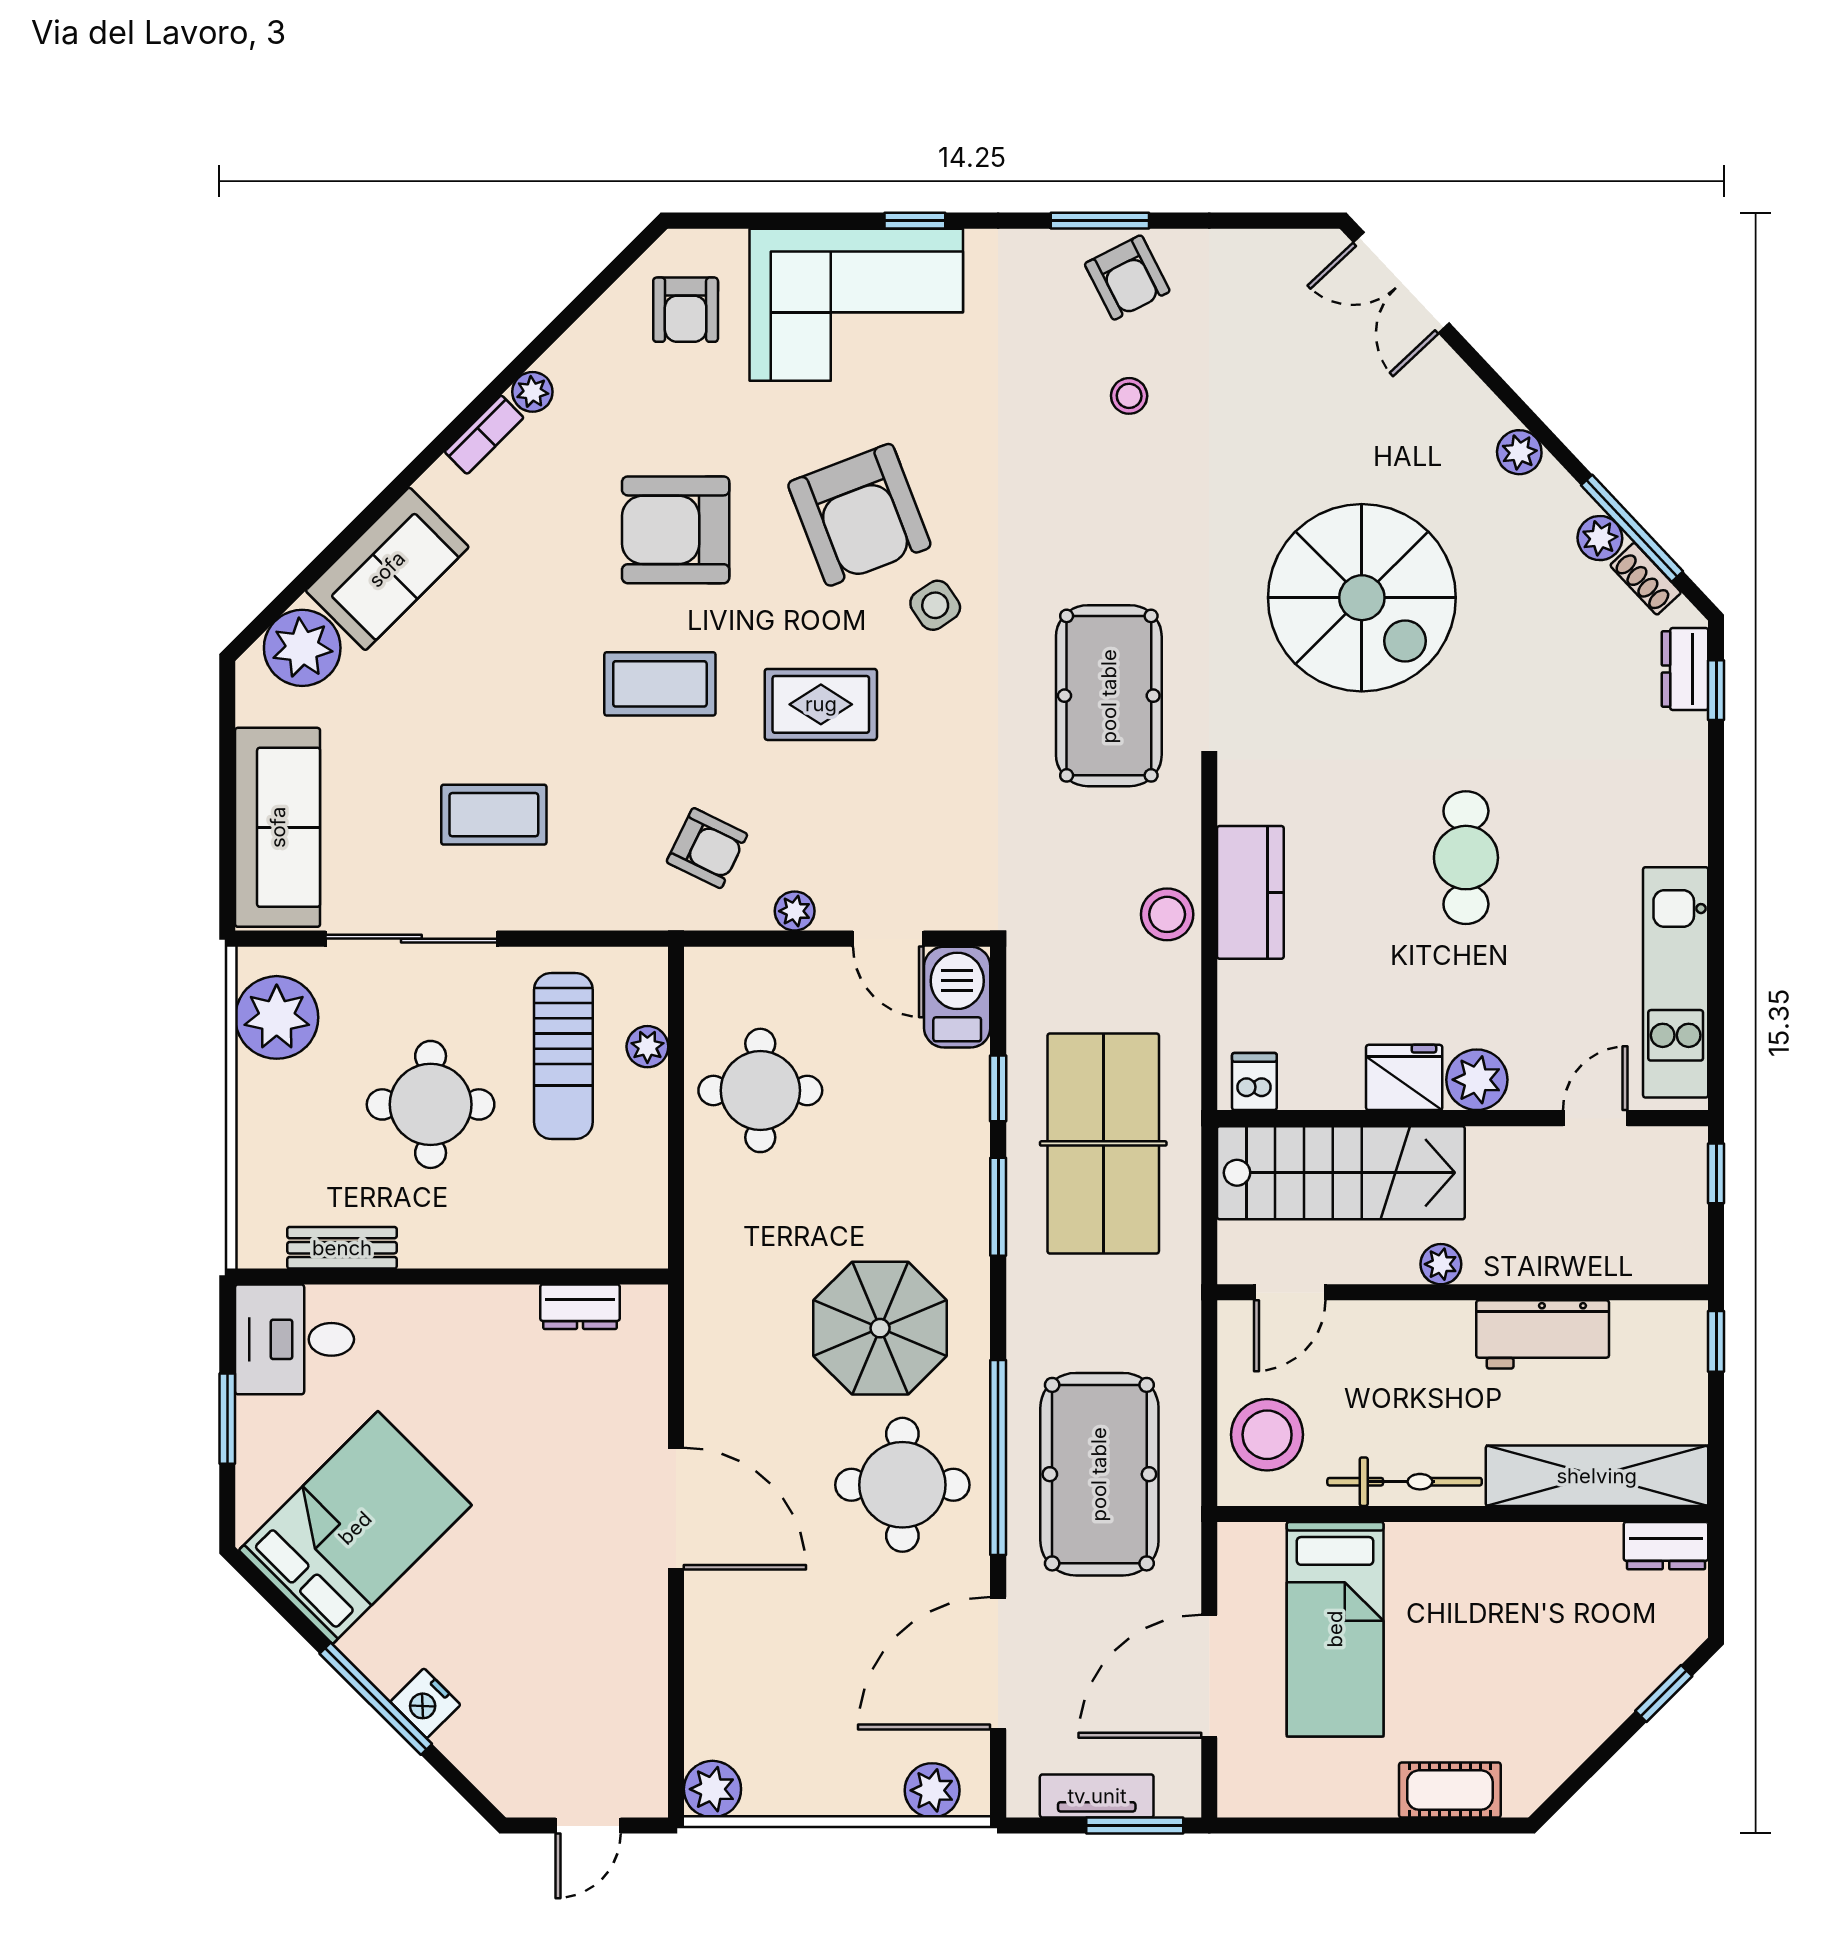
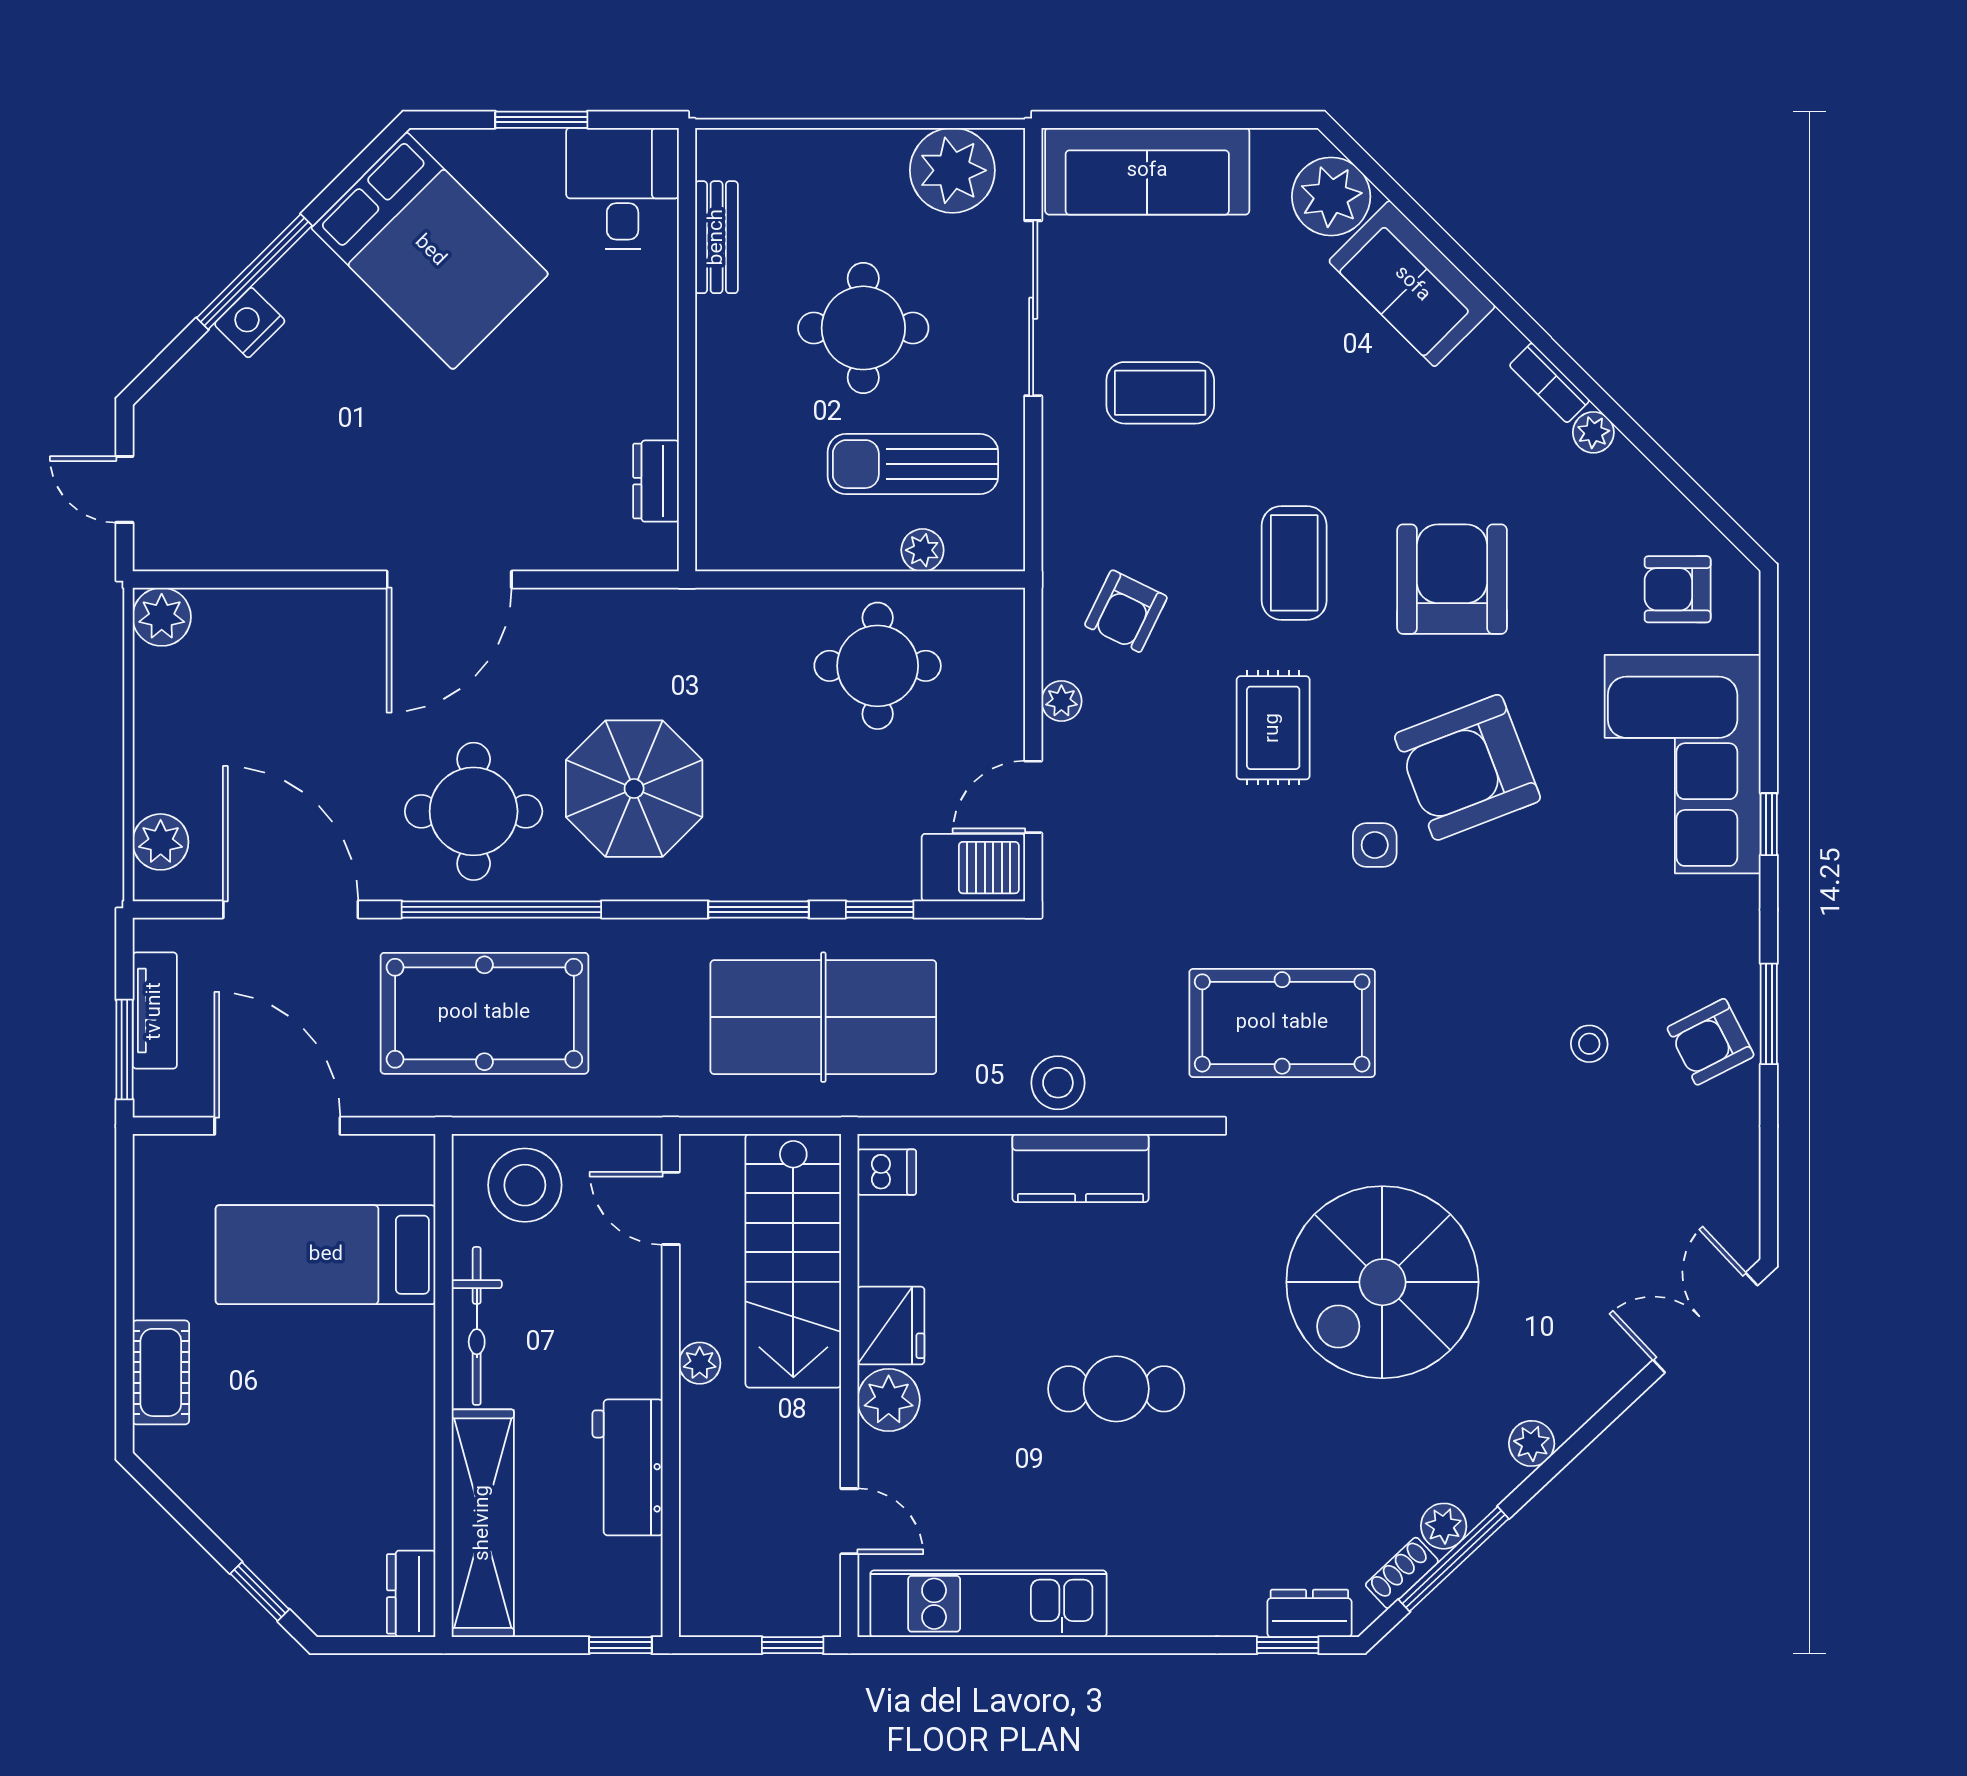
side table: (935, 605) -> (1375, 845), turned 34
coffee table: (494, 815) -> (1160, 393), turned 90

